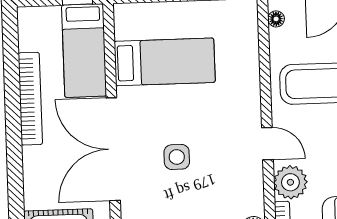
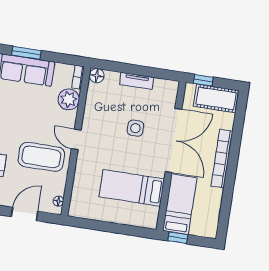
bookcase: (30, 99) -> (222, 159), moved
door: (267, 144) -> (76, 139), moved

